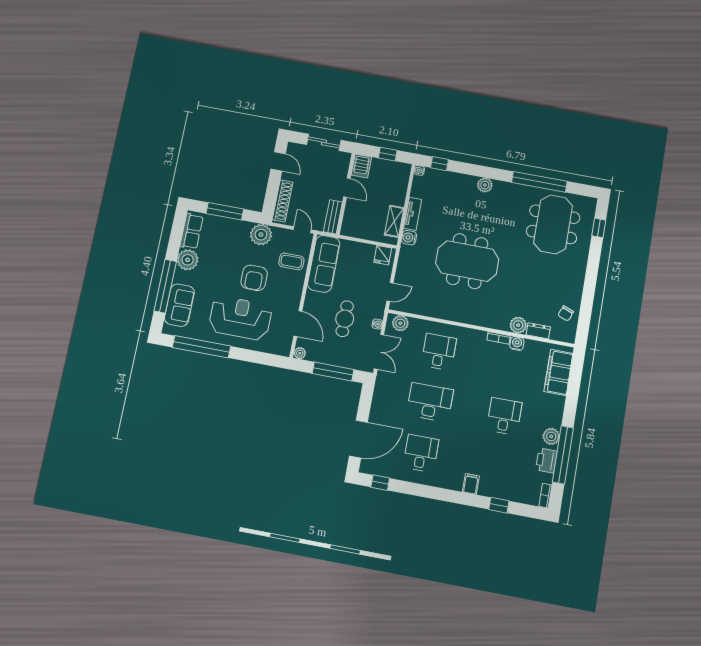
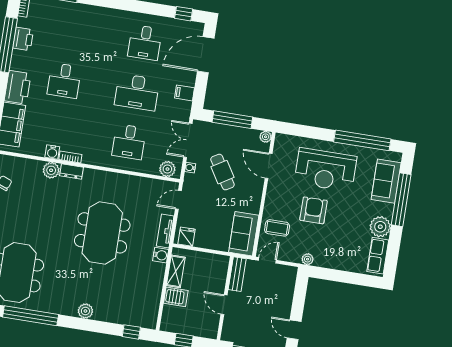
server rack: (361, 166) -> (176, 297), moved, turned 90
water cooler: (419, 170) -> (152, 324), removed
shoe rack: (283, 201) -> (288, 289), removed
window: (225, 211) -> (346, 277), removed
tv unit: (413, 214) -> (165, 231), moved
door: (302, 230) -> (267, 260), swing flipped
plant: (261, 235) -> (308, 259), width x0.53, depth x0.53
meeting table: (467, 261) -> (102, 233), turned 90
sofa: (324, 264) -> (244, 234), width x0.73
cafe table: (345, 319) -> (222, 172), turned -32
dresser: (538, 331) -> (72, 172), moved
printer: (552, 411) -> (18, 87), added
plant: (551, 436) -> (18, 62), removed
filing cabinet: (471, 484) -> (184, 93), moved, turned 90

